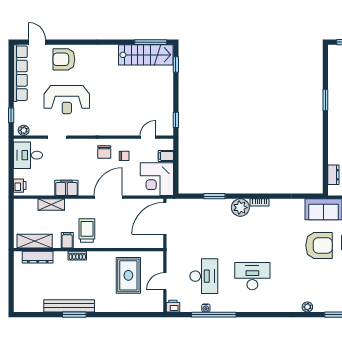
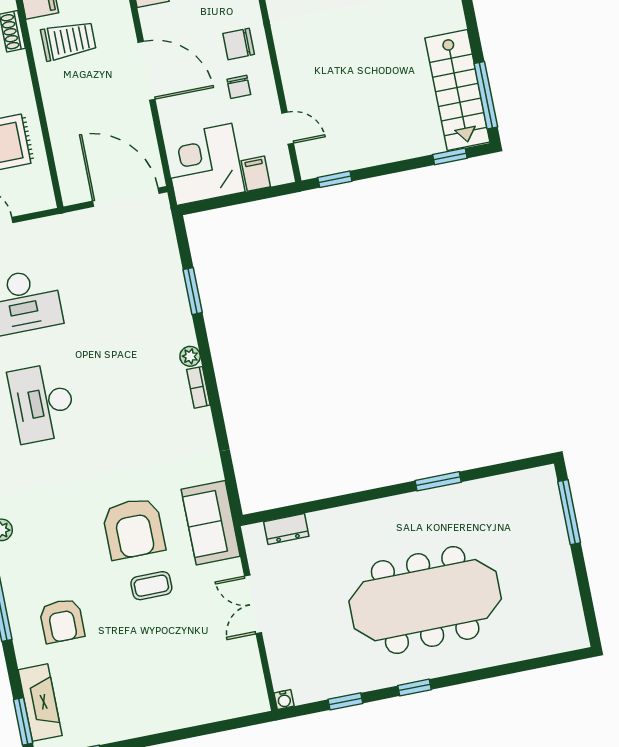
plant: (240, 208) -> (190, 356), width x0.53, depth x0.53
desk: (252, 276) -> (42, 403), turned 180

